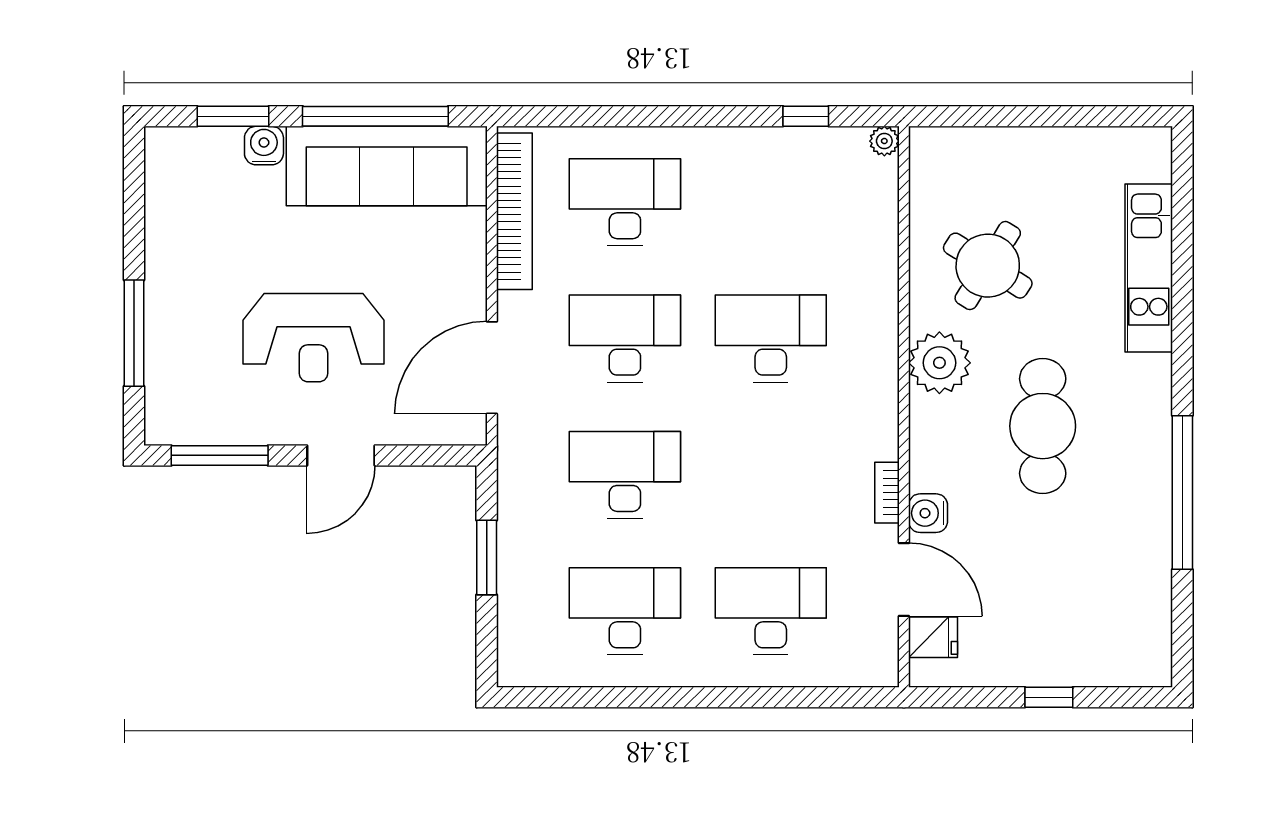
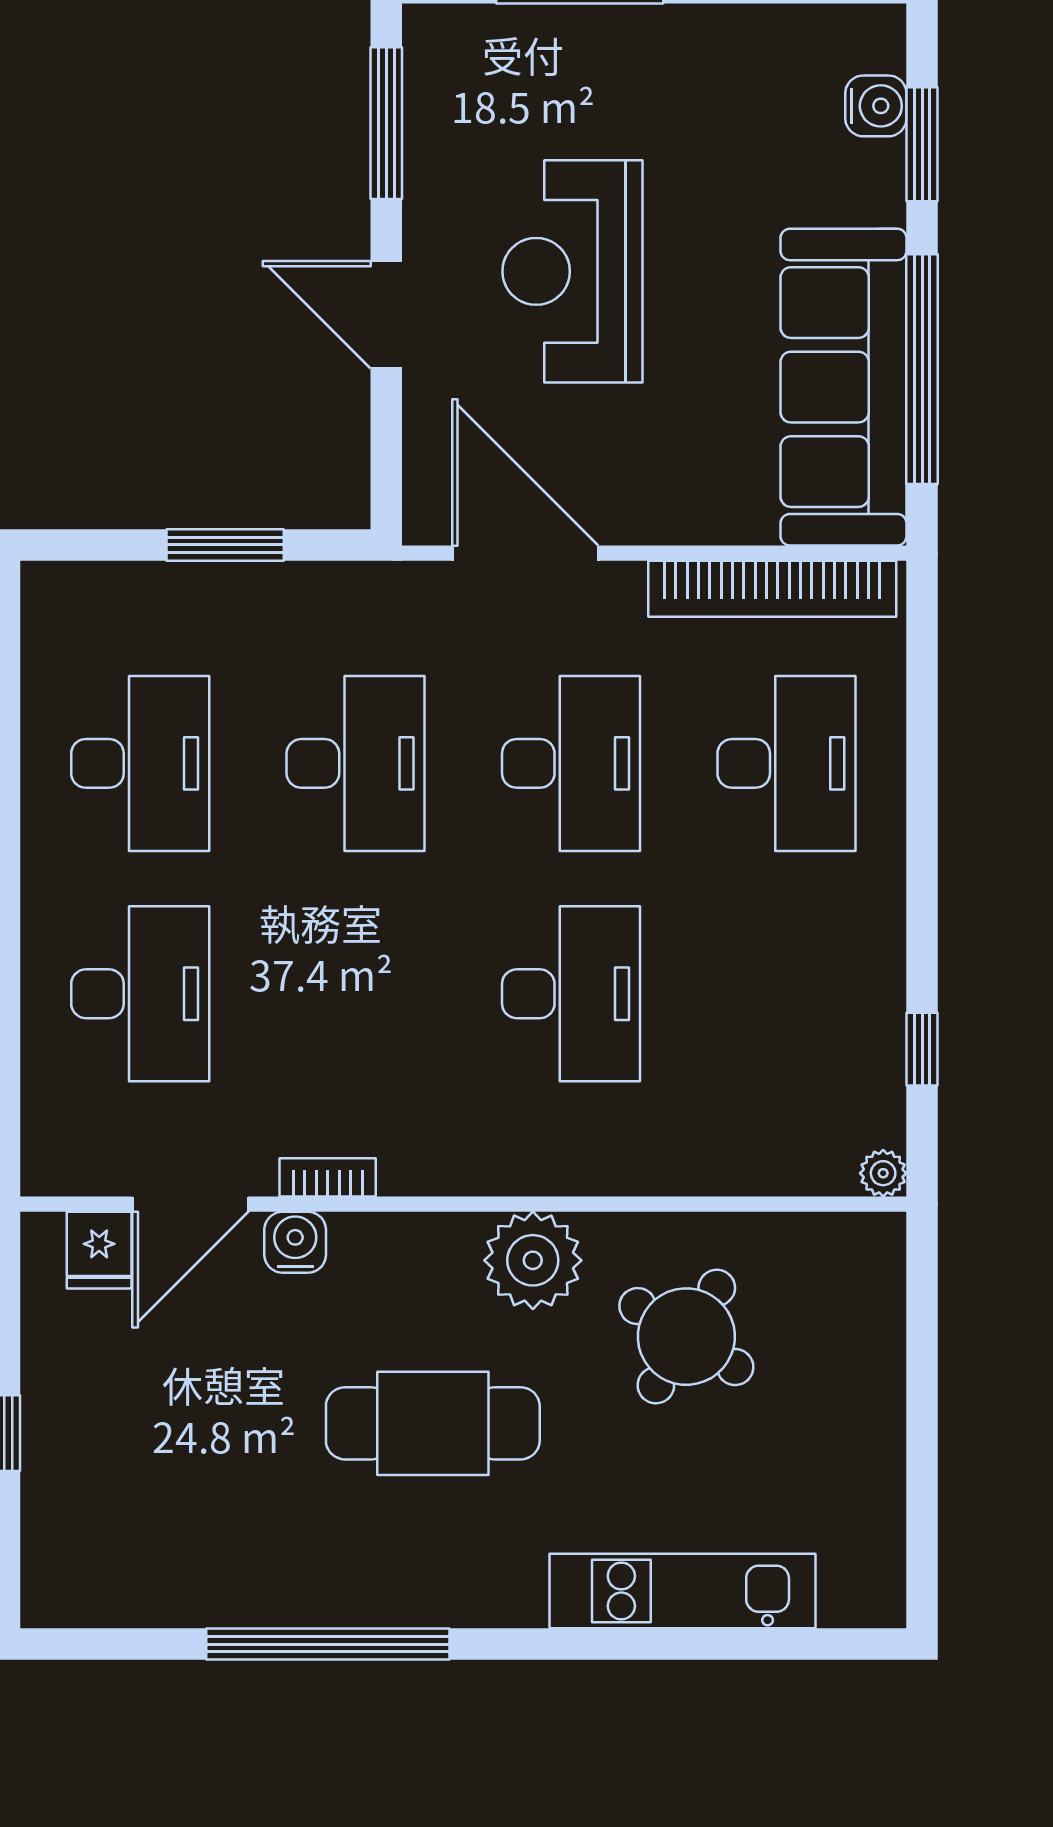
water cooler: (264, 146) -> (876, 106), moved

